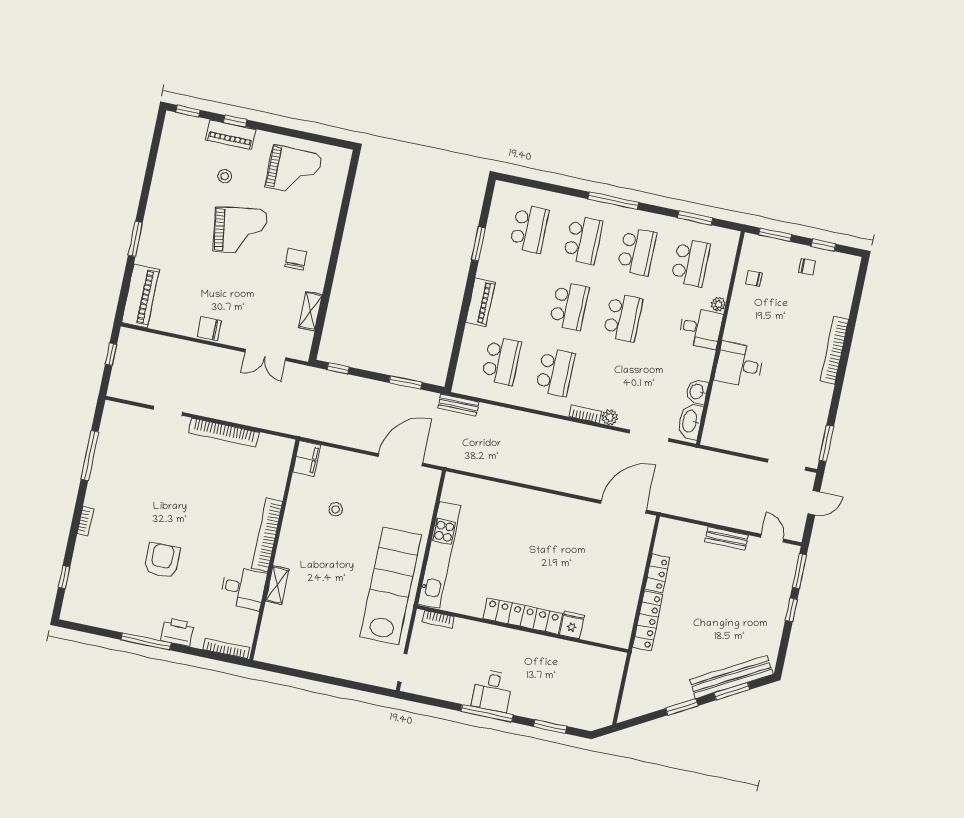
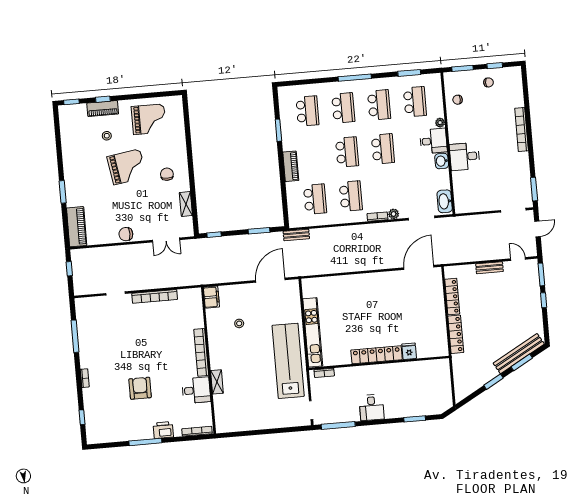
washbasin: (697, 392) -> (442, 161), moved
locker: (657, 573) -> (452, 297), width x1.53
window: (487, 713) -> (338, 425), moved

